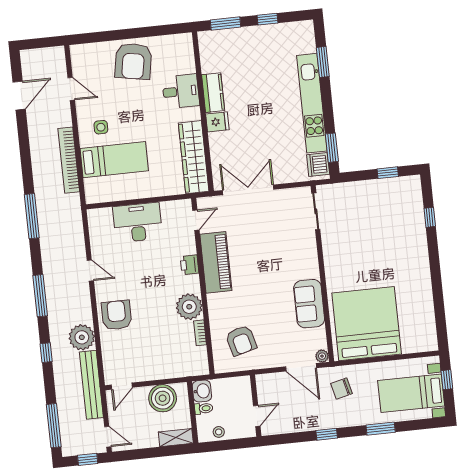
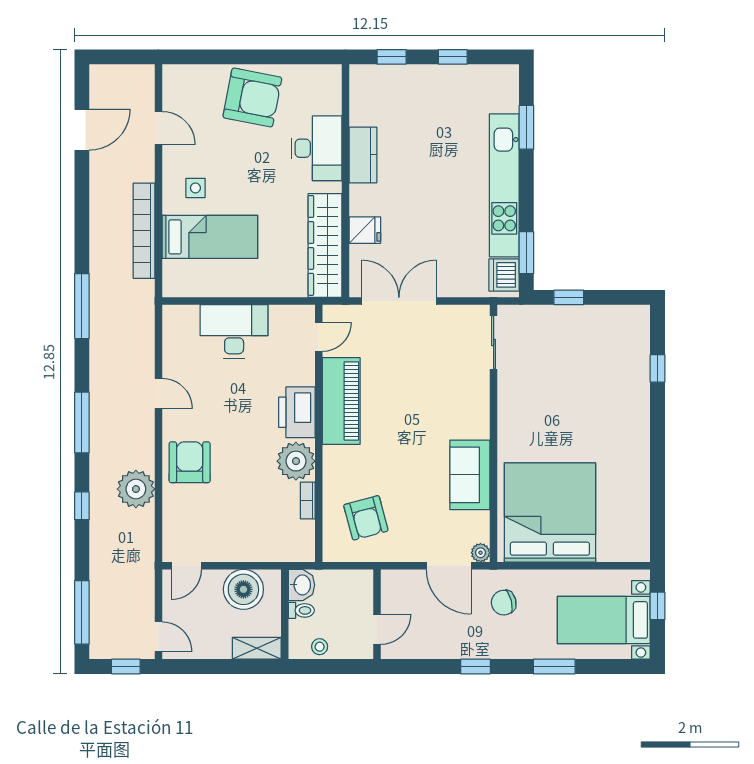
window: (226, 24) -> (392, 57), width x0.67
armchair: (133, 61) -> (252, 97), turned -89
desk: (181, 91) -> (316, 148), width x1.37
fridge: (217, 122) -> (365, 230), moved
window: (388, 173) -> (569, 297), moved
printer: (190, 265) -> (297, 412), width x1.87, depth x1.48
bench: (91, 385) -> (143, 559), removed

